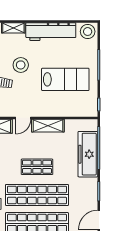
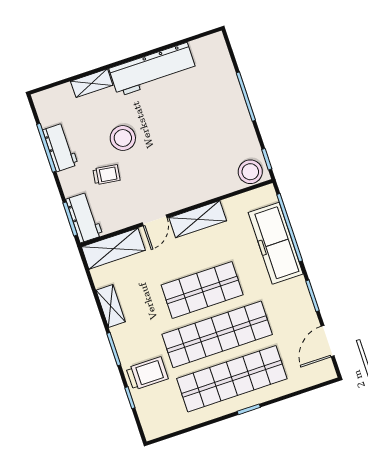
stool: (88, 32) -> (250, 172), moved
lab bench: (65, 79) -> (201, 137), removed
shop shelf: (37, 167) -> (202, 290), width x1.43, depth x1.36

